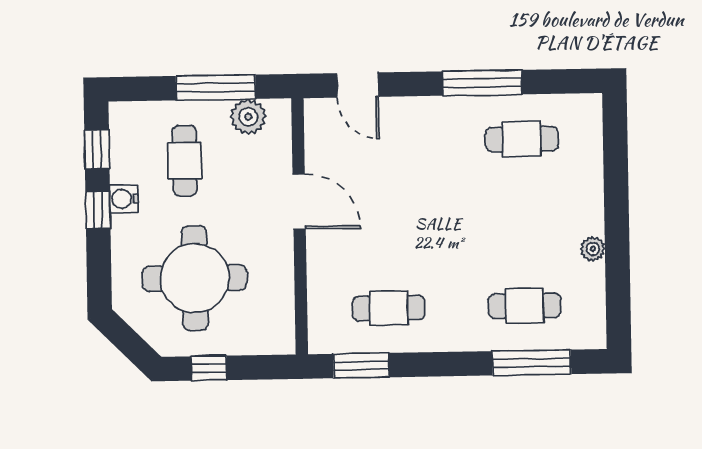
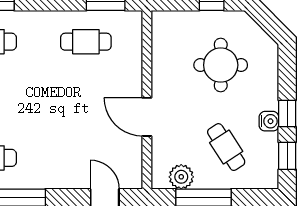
cafe table: (185, 161) -> (226, 147), turned -33
round table: (195, 278) -> (221, 65), width x0.73, depth x0.73

